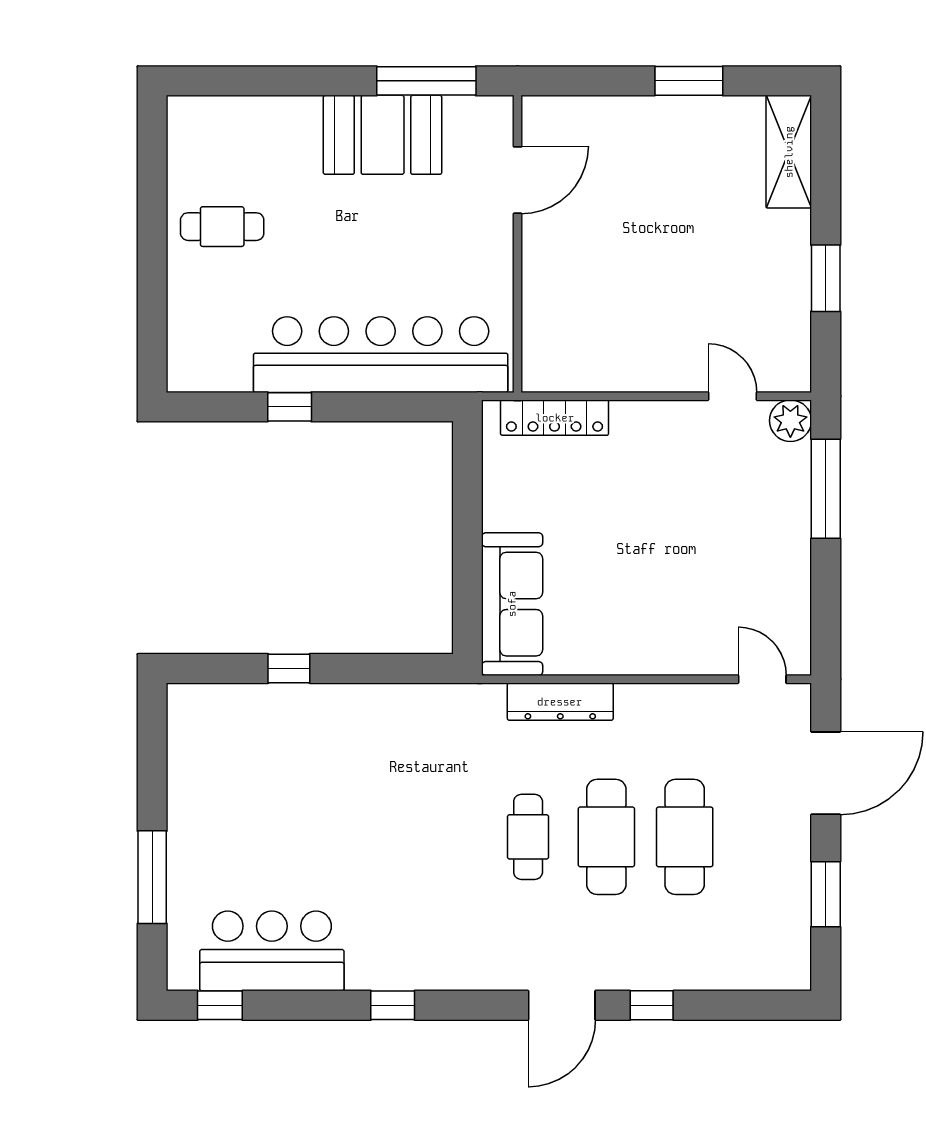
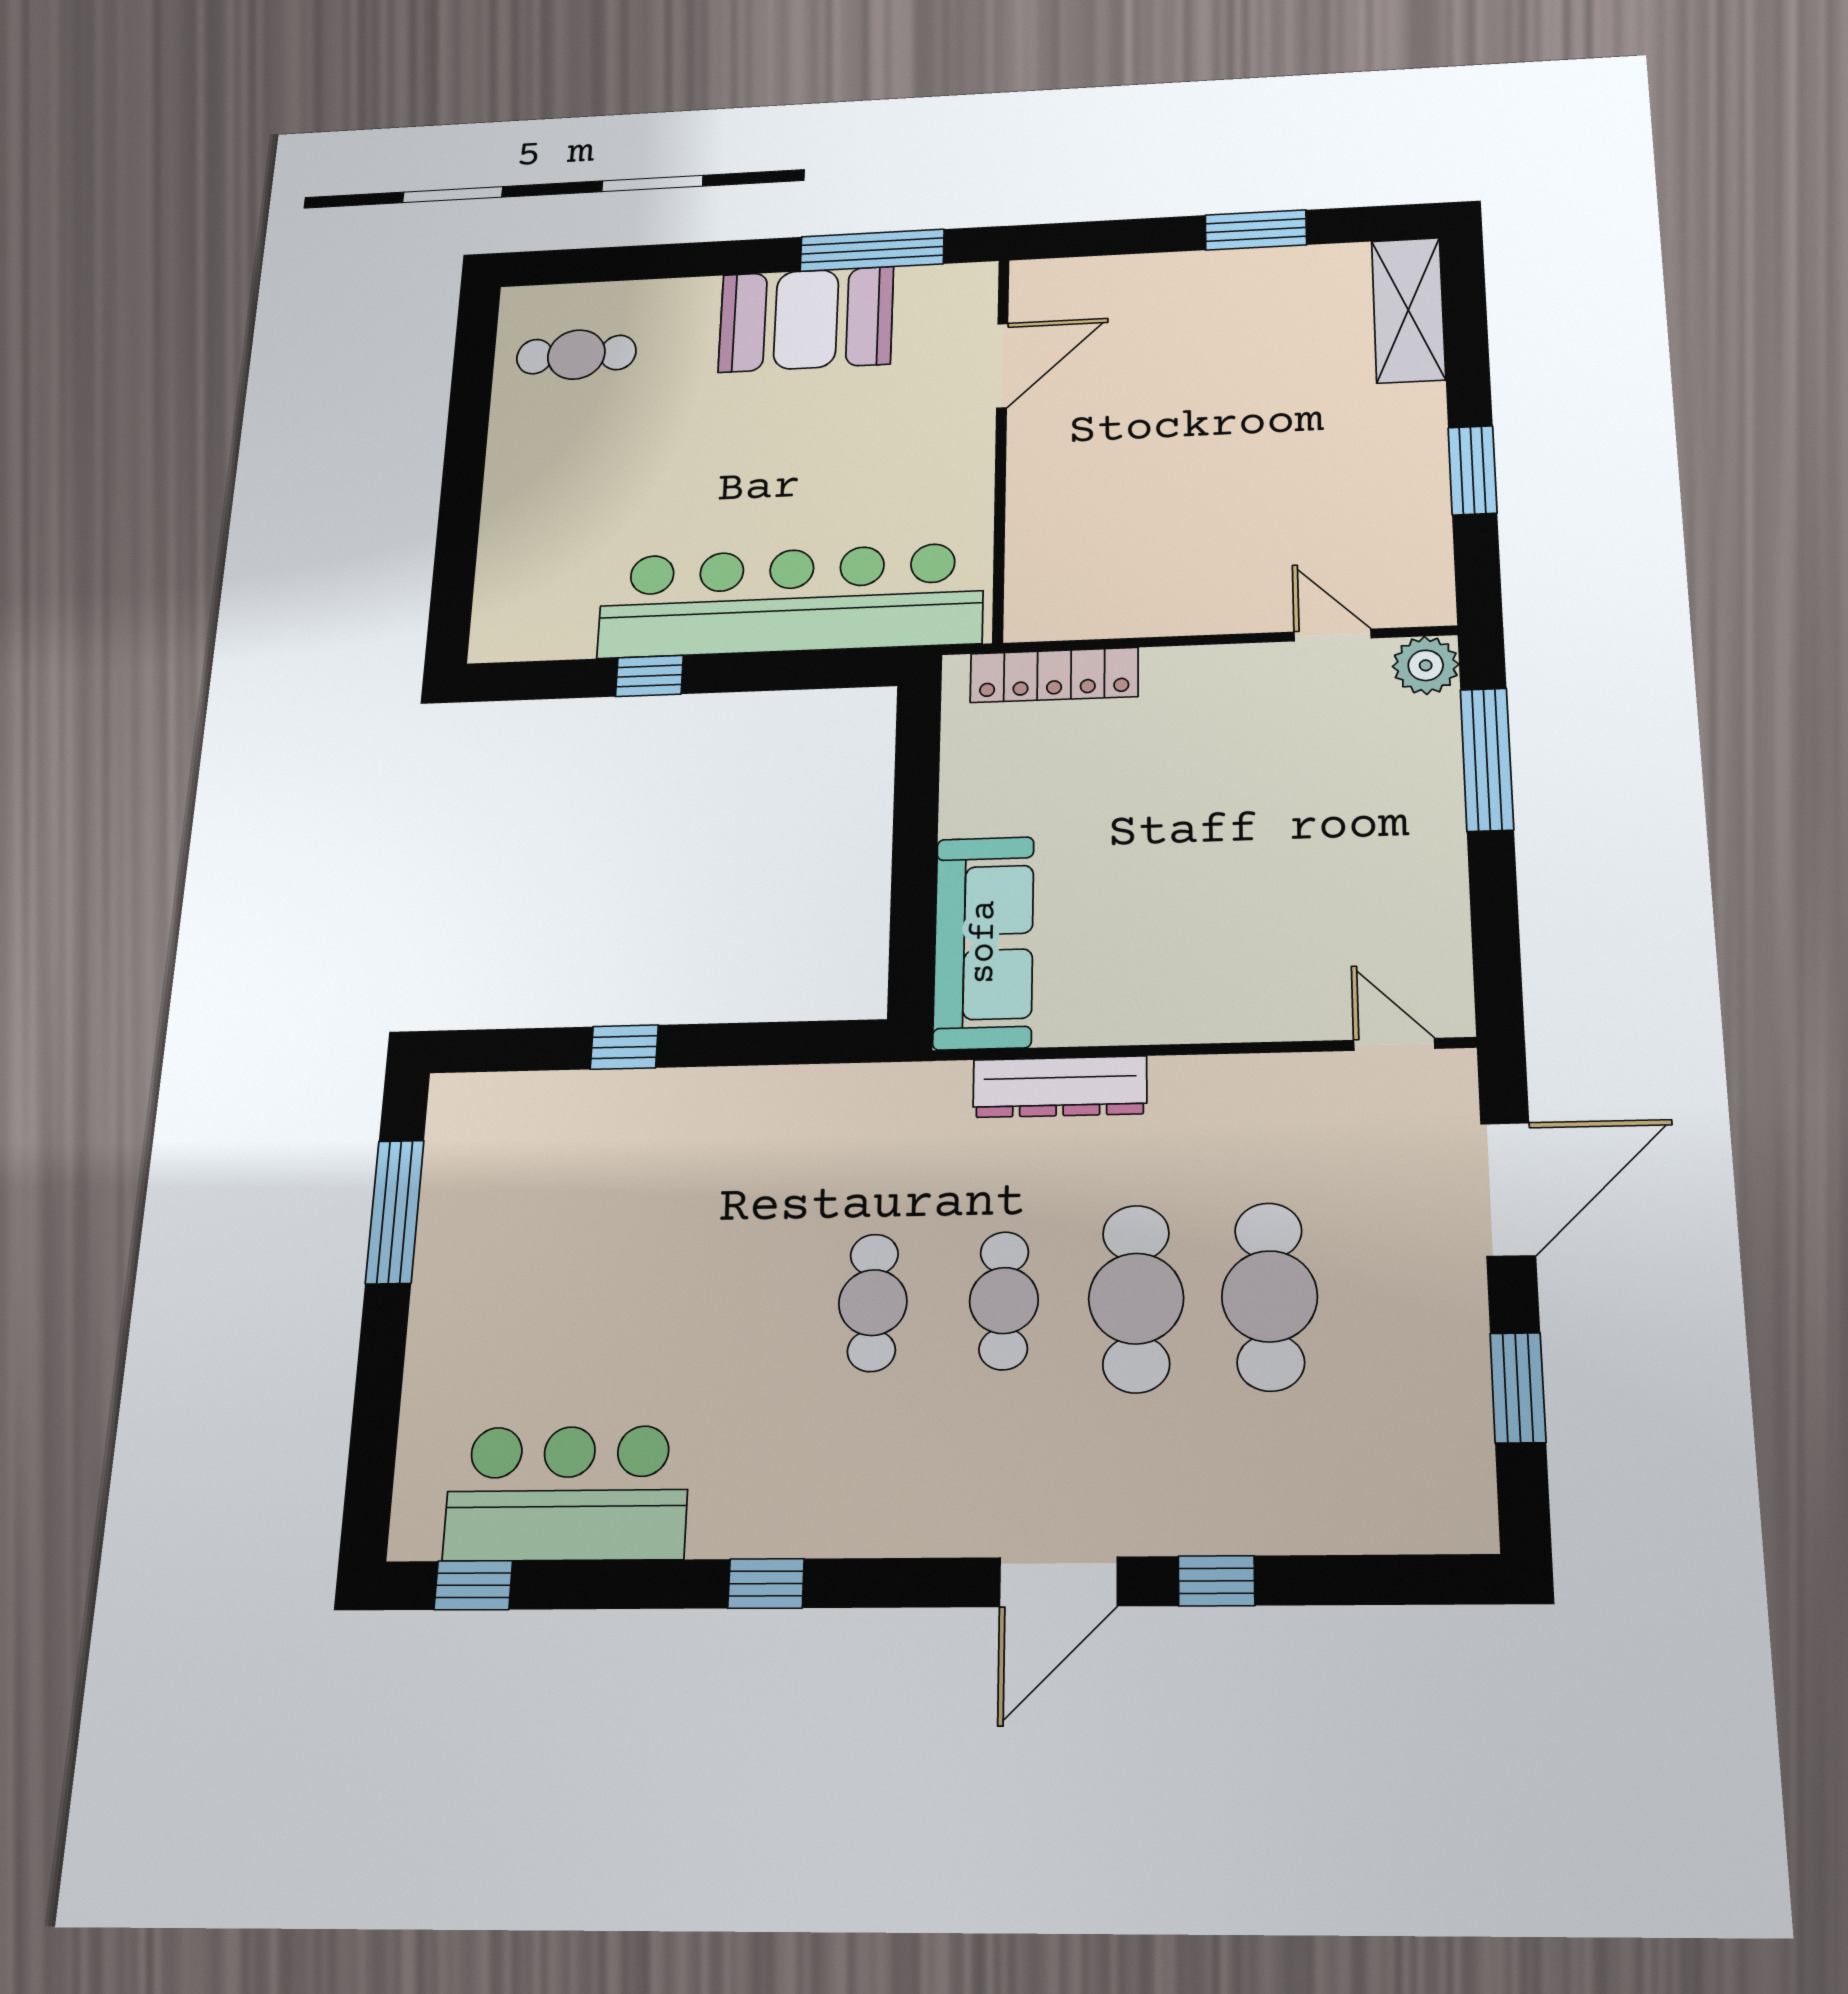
cafe table: (222, 227) -> (576, 355), moved
cafe table: (450, 837) -> (873, 1303), added
window: (152, 877) -> (395, 1212), moved

